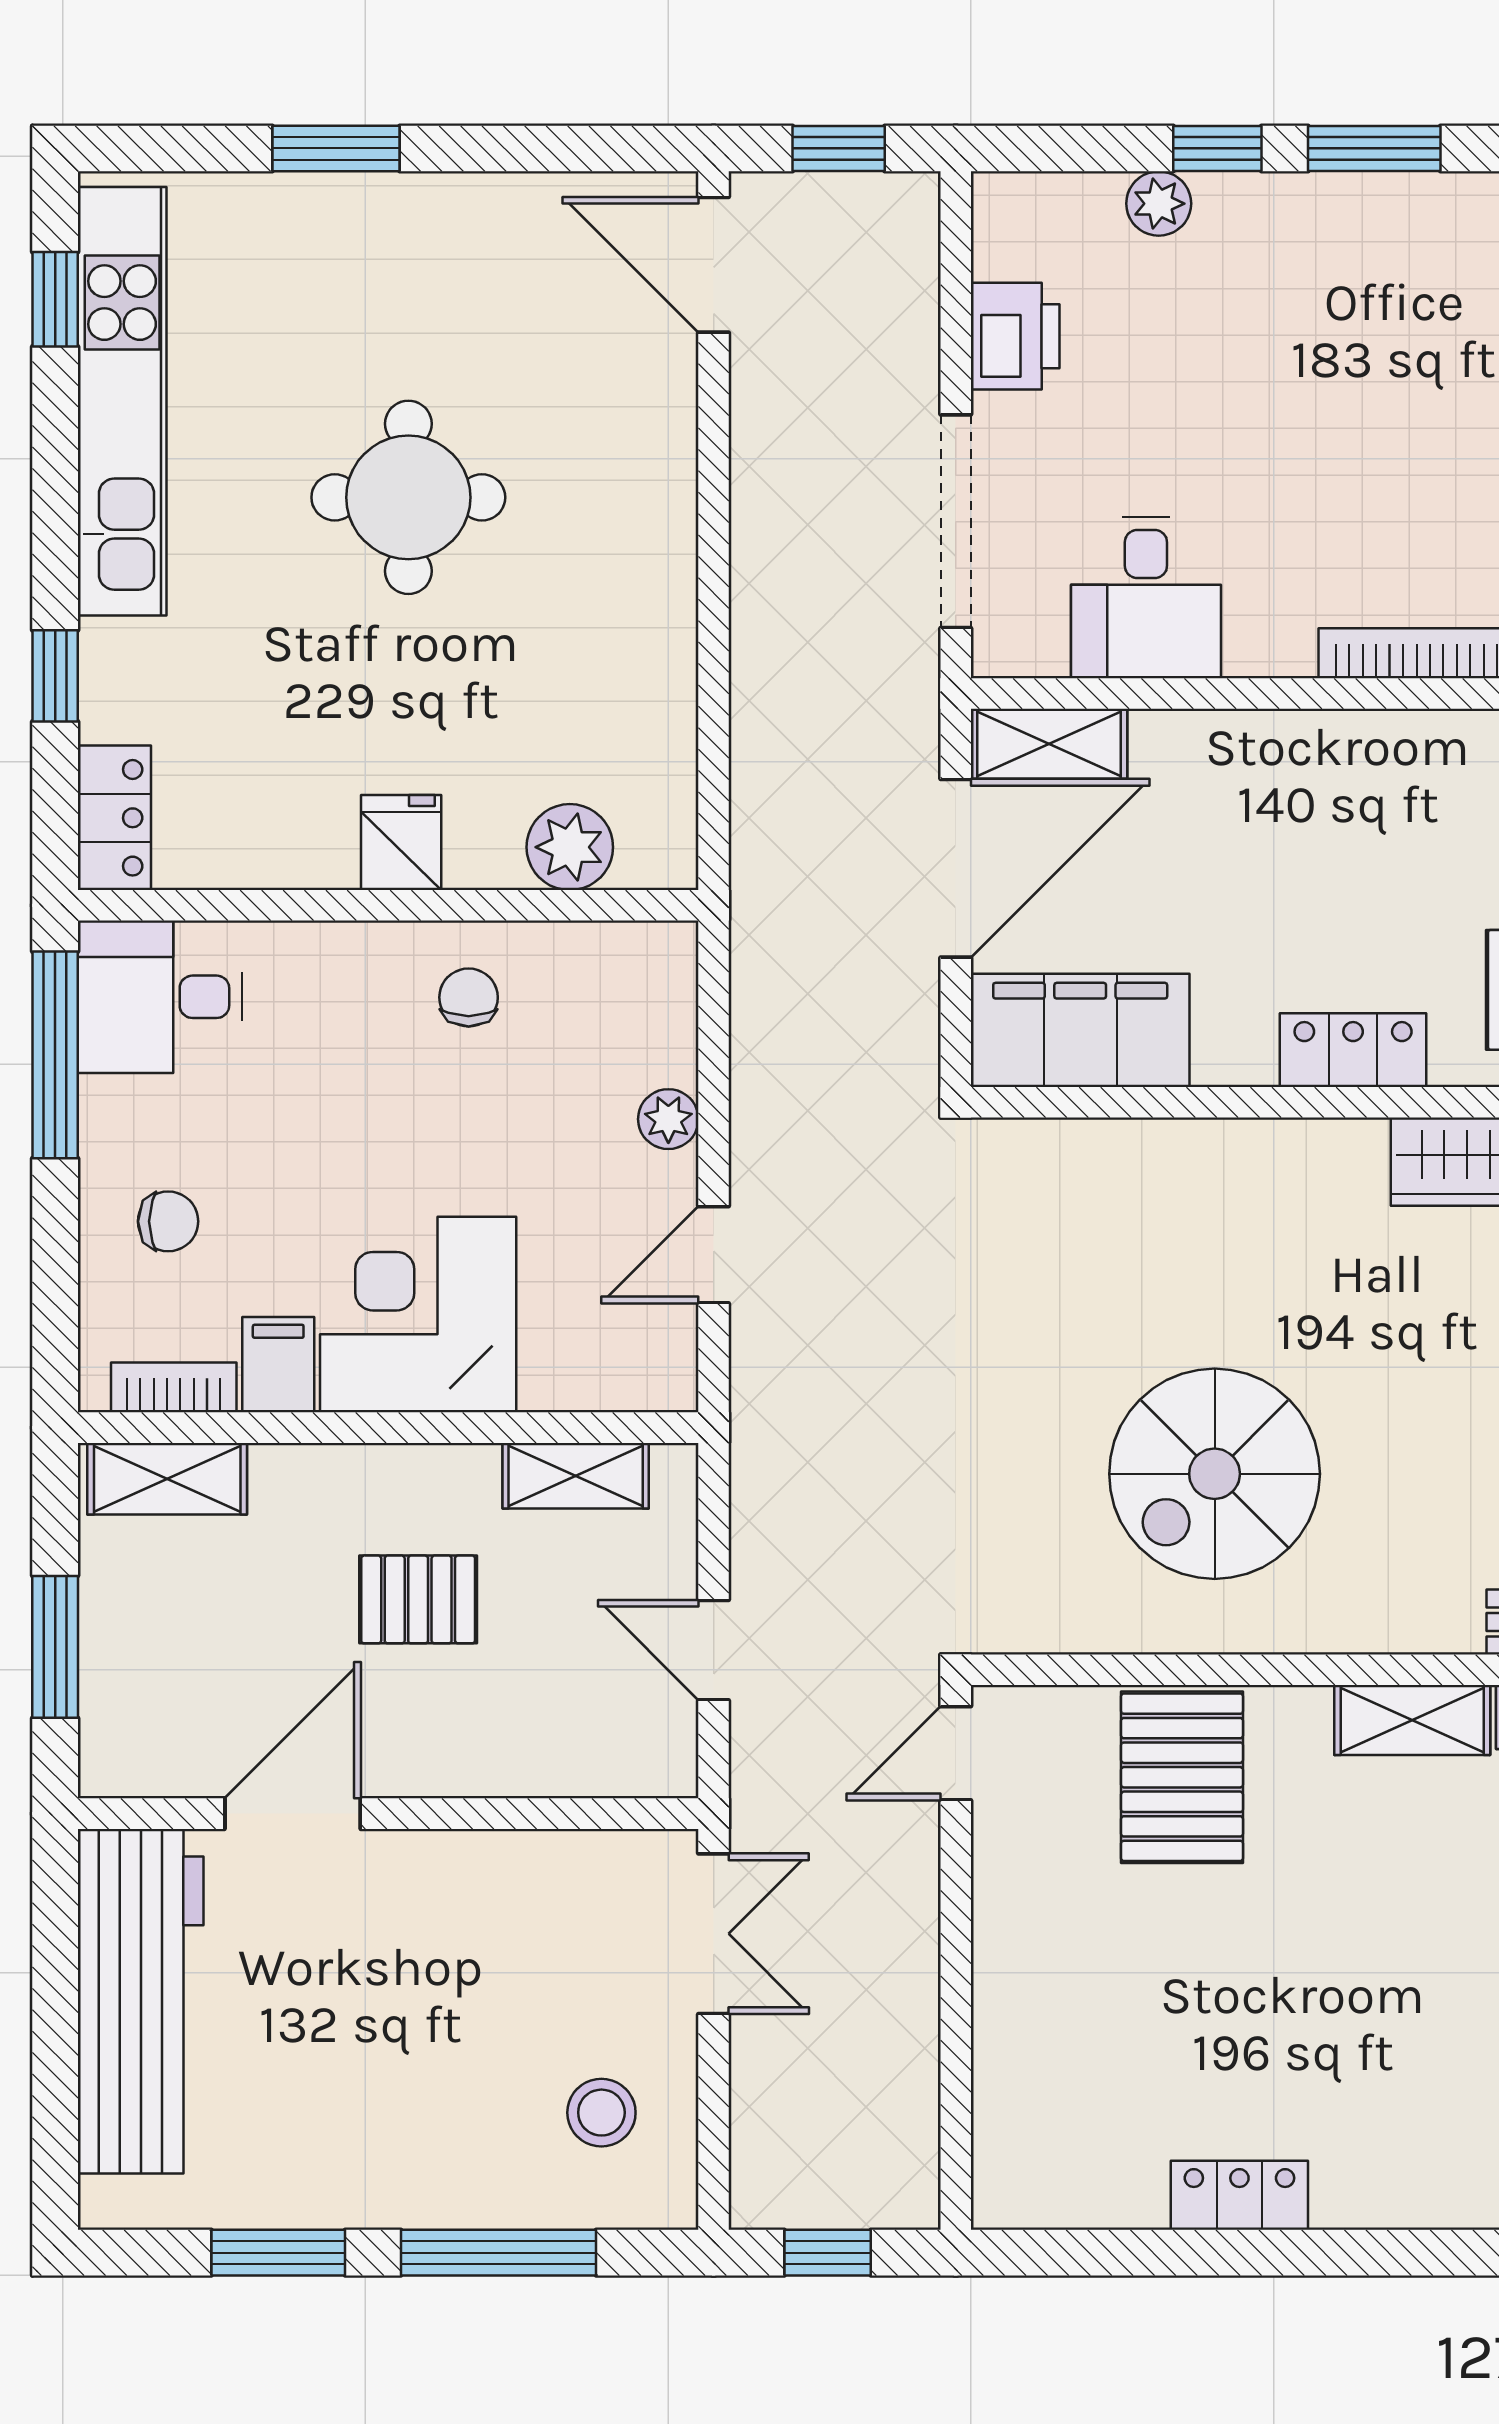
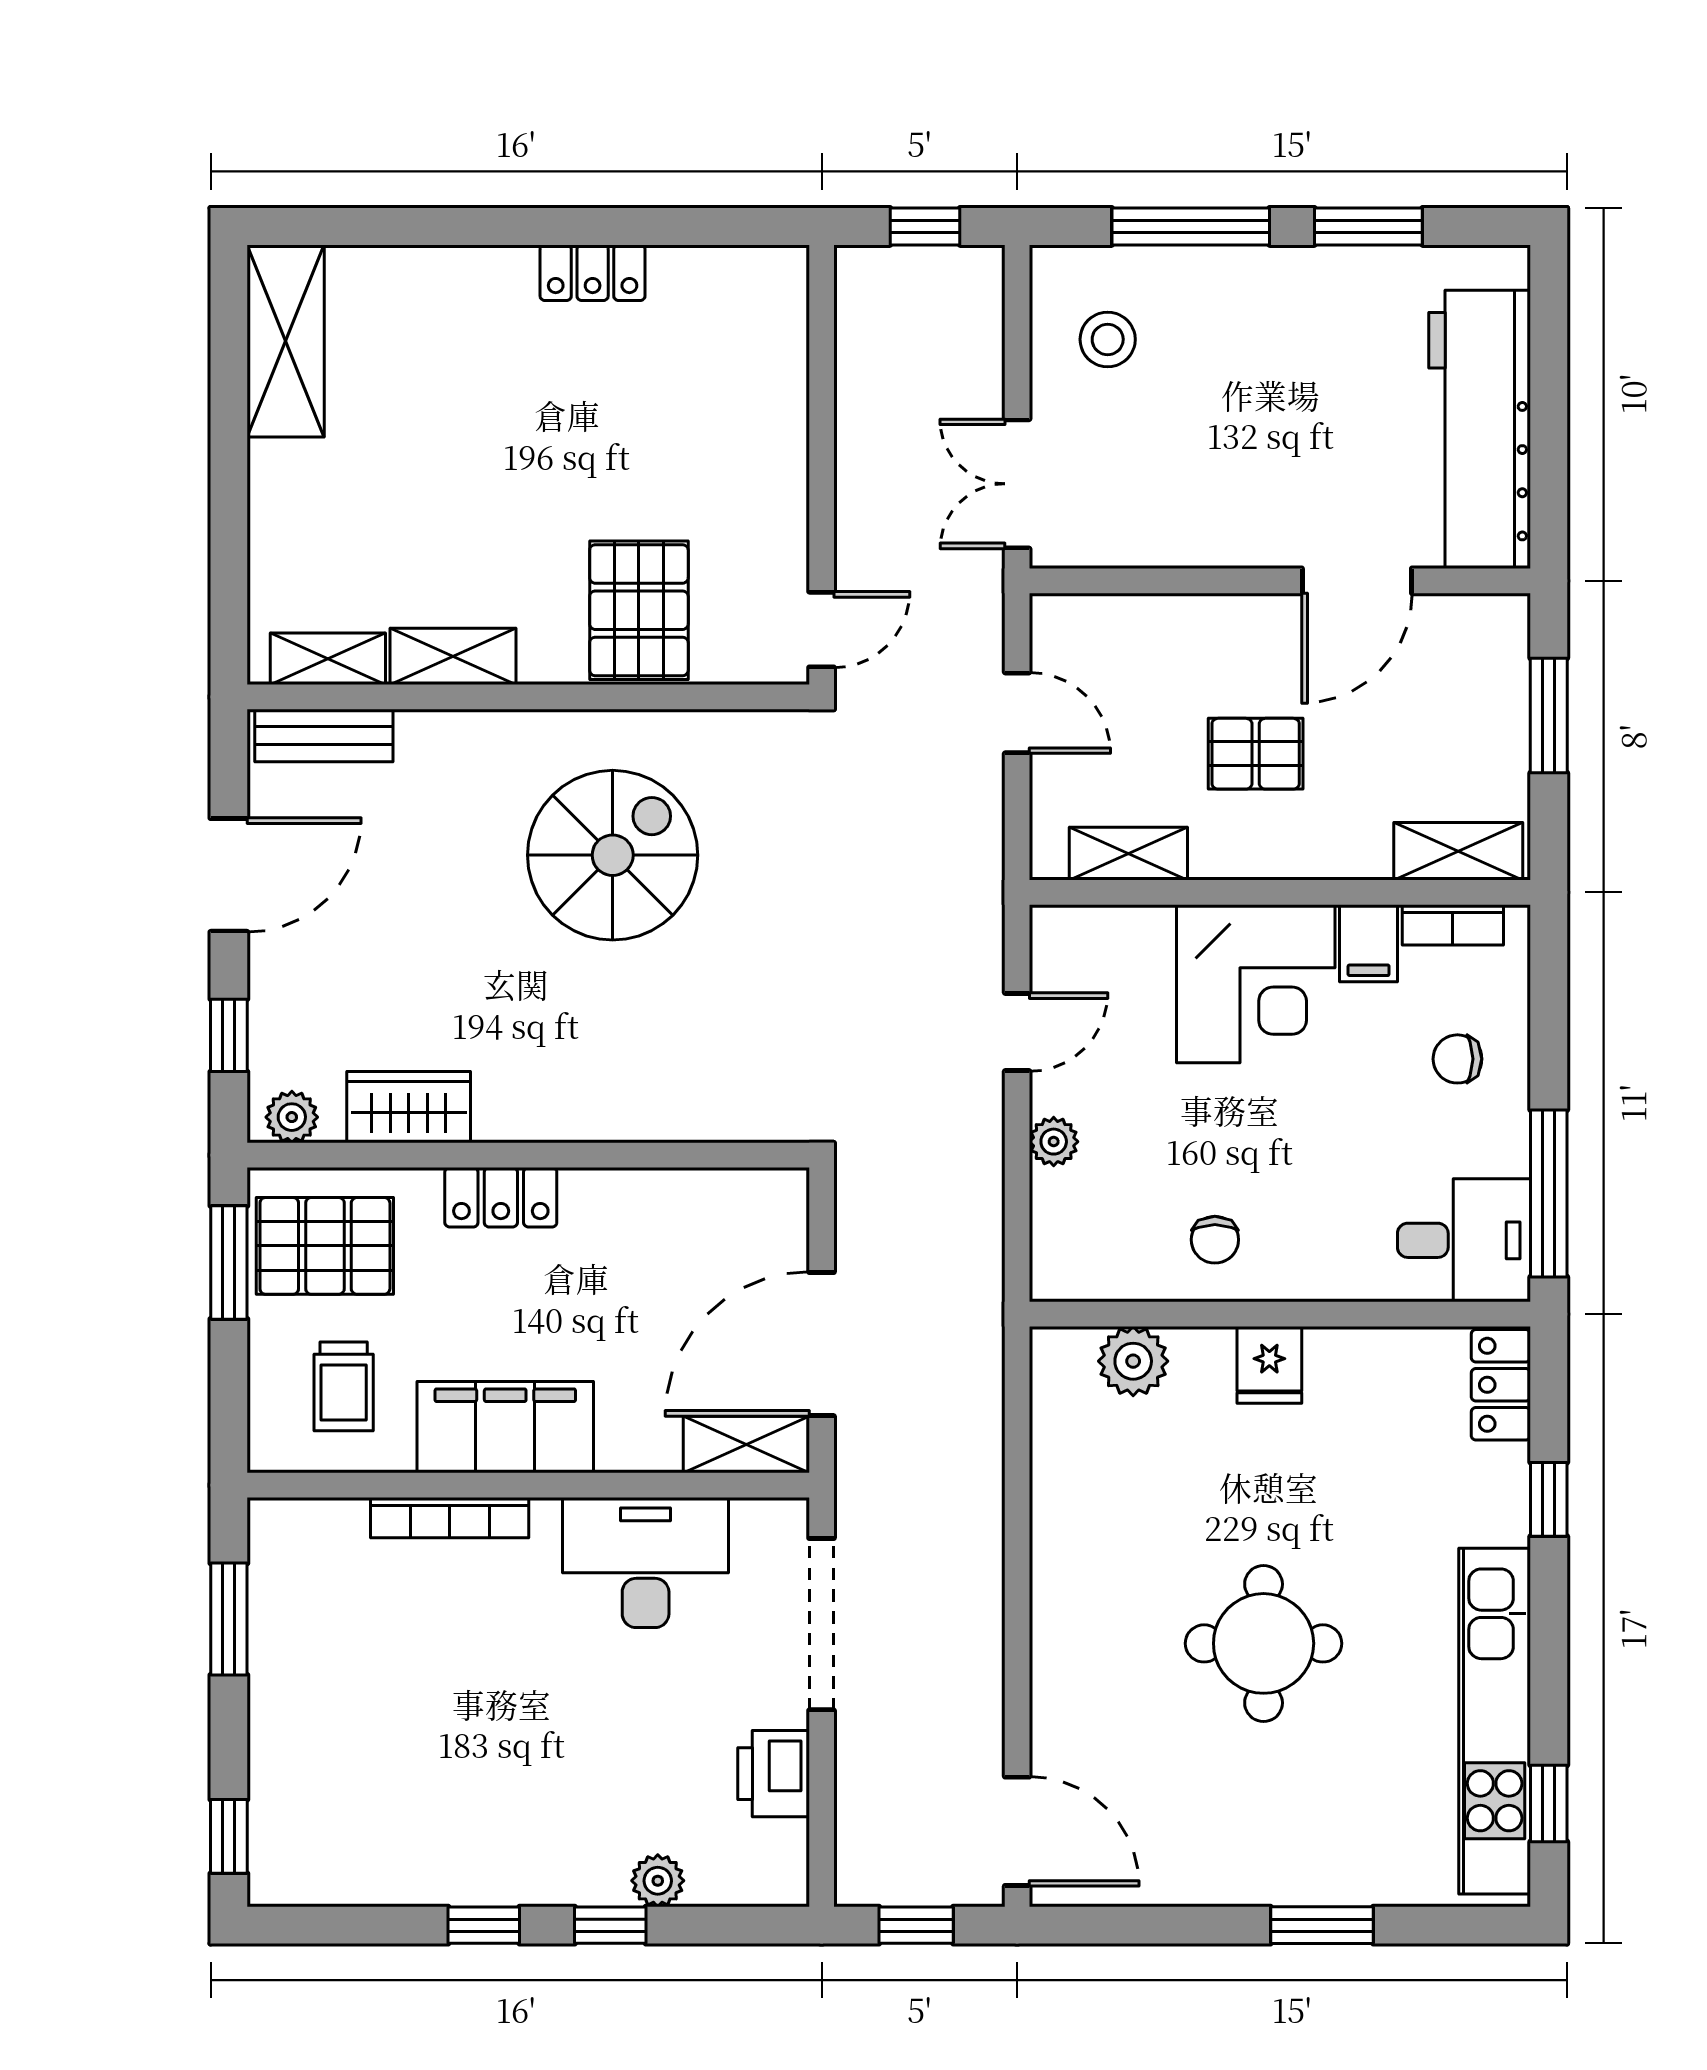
window: (1374, 148) -> (484, 1925), width x0.67
desk: (1146, 598) -> (646, 1563), width x1.37
filing cabinet: (1080, 1030) -> (505, 1427), moved, turned 180

